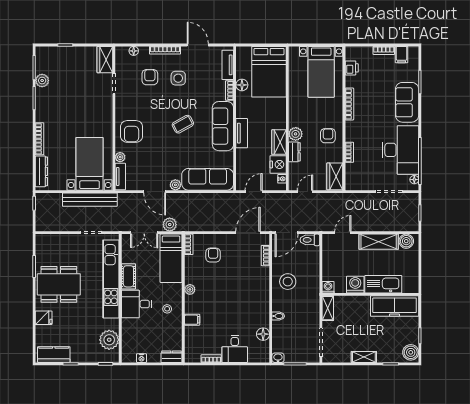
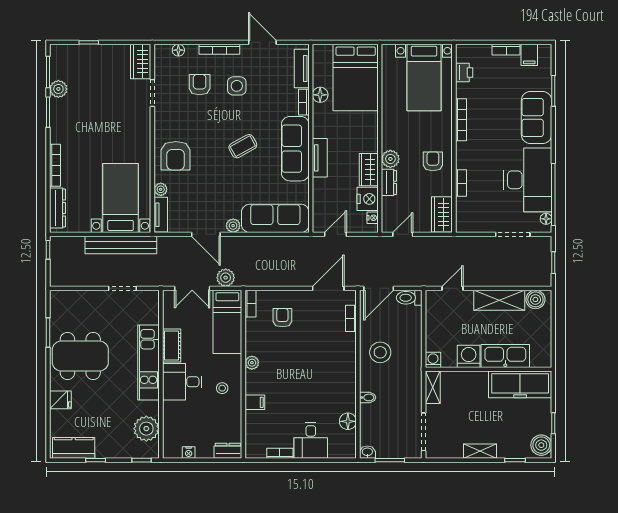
kitchen unit: (111, 279) -> (149, 363), width x0.73

